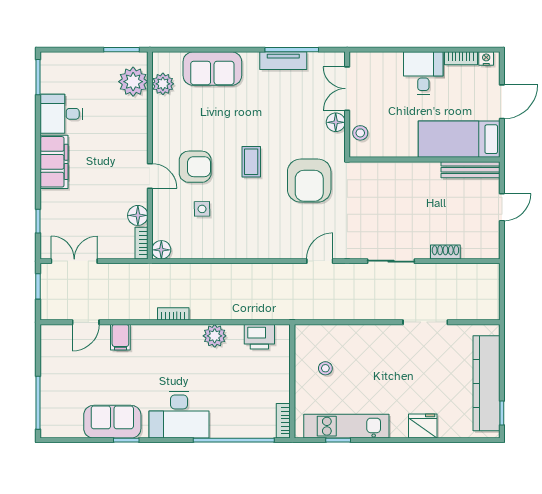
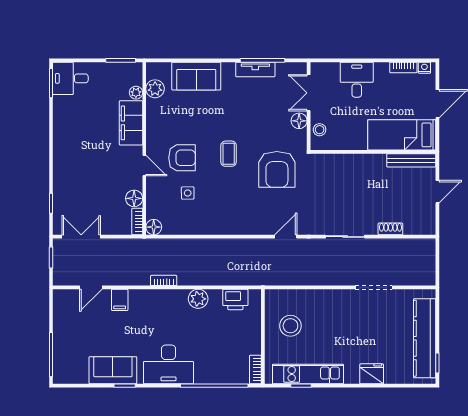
desk: (423, 73) -> (357, 80), moved
plant: (133, 82) -> (136, 93), width x0.53, depth x0.53
desk: (61, 114) -> (70, 78), moved
filing cabinet: (54, 162) -> (131, 123), moved, turned 180
stool: (325, 368) -> (290, 326), width x1.89, depth x1.89

